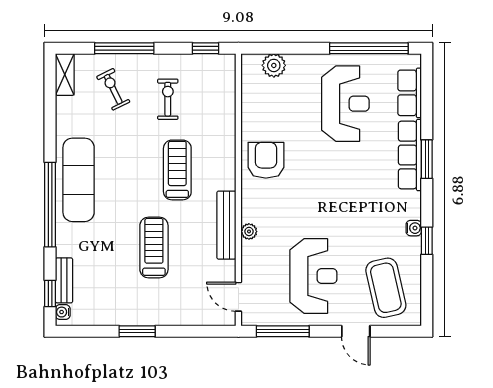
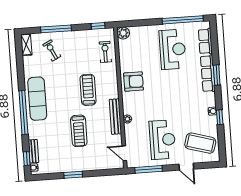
plant: (274, 65) -> (123, 33), moved
exercise bike: (168, 99) -> (105, 52), moved
armchair: (266, 160) -> (134, 82), turned 90
treadmill: (154, 247) -> (79, 131), turned 180
coffee table: (386, 288) -> (200, 143), turned -61

